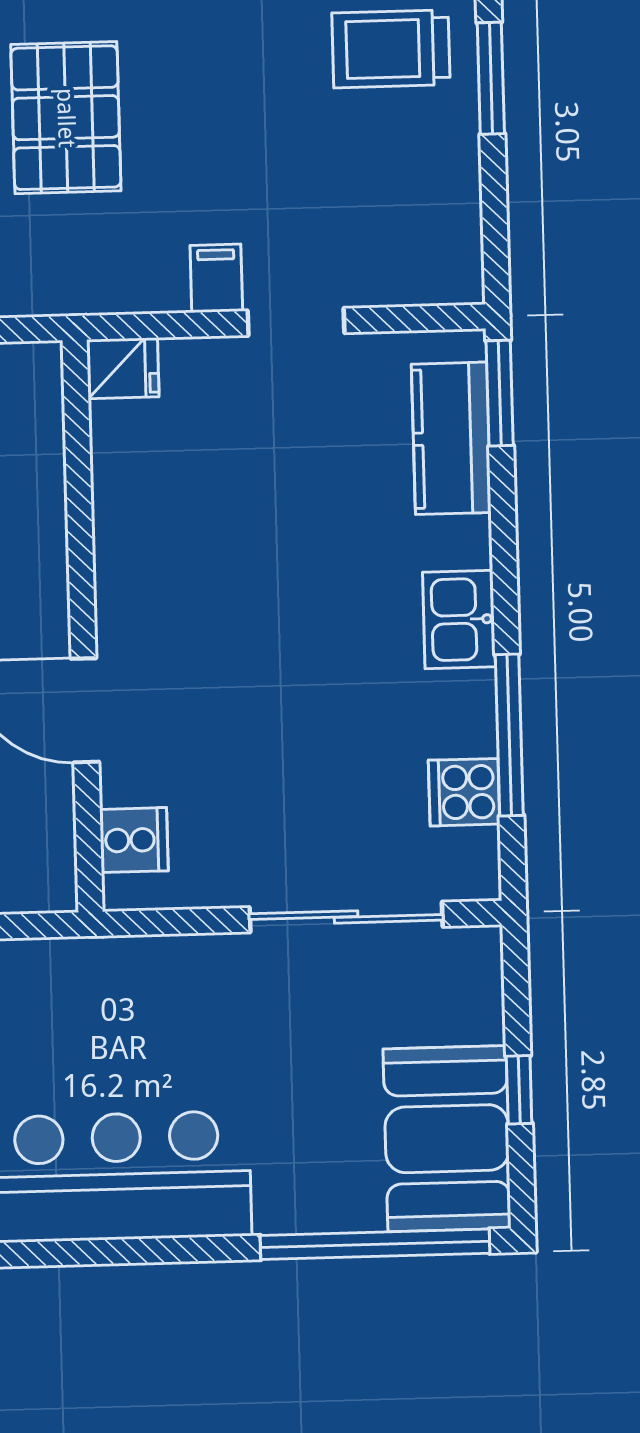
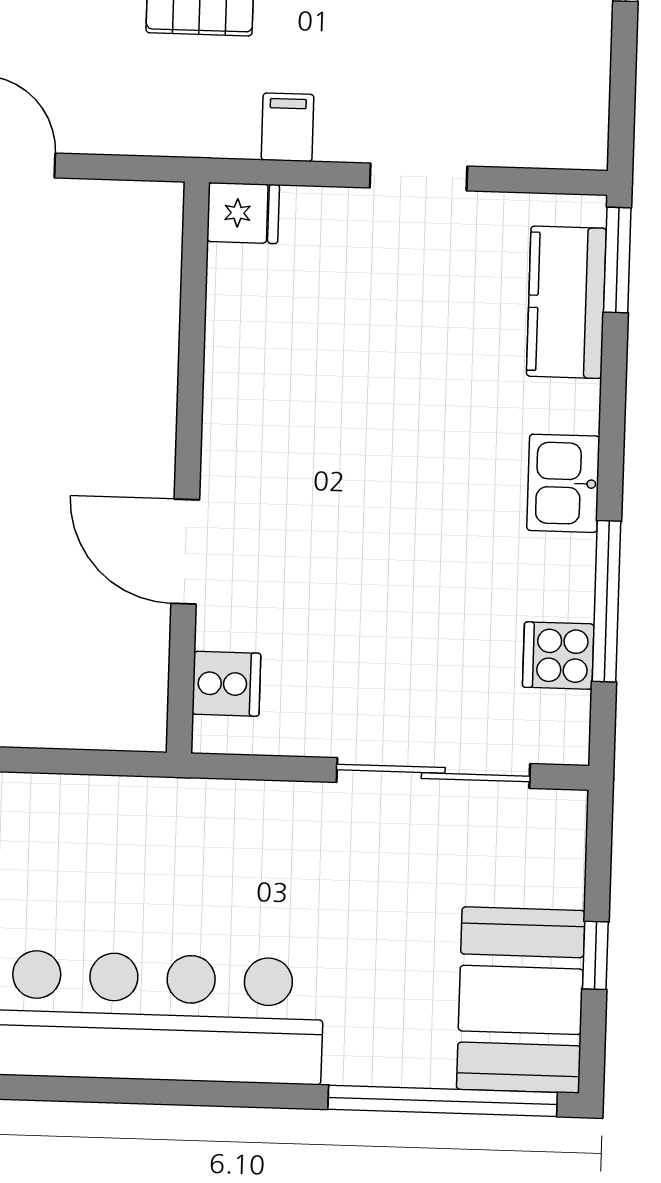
filing cabinet: (216, 278) -> (288, 127), moved

